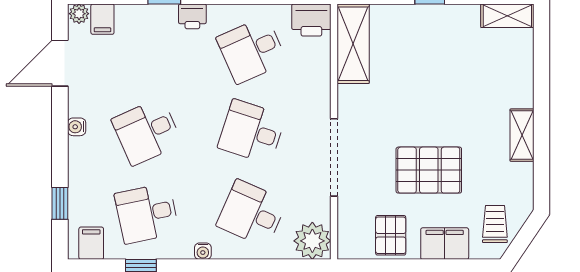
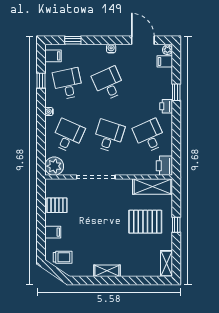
pallet: (429, 170) -> (145, 222), moved, turned 90
filing cabinet: (445, 244) -> (53, 232), width x0.50

